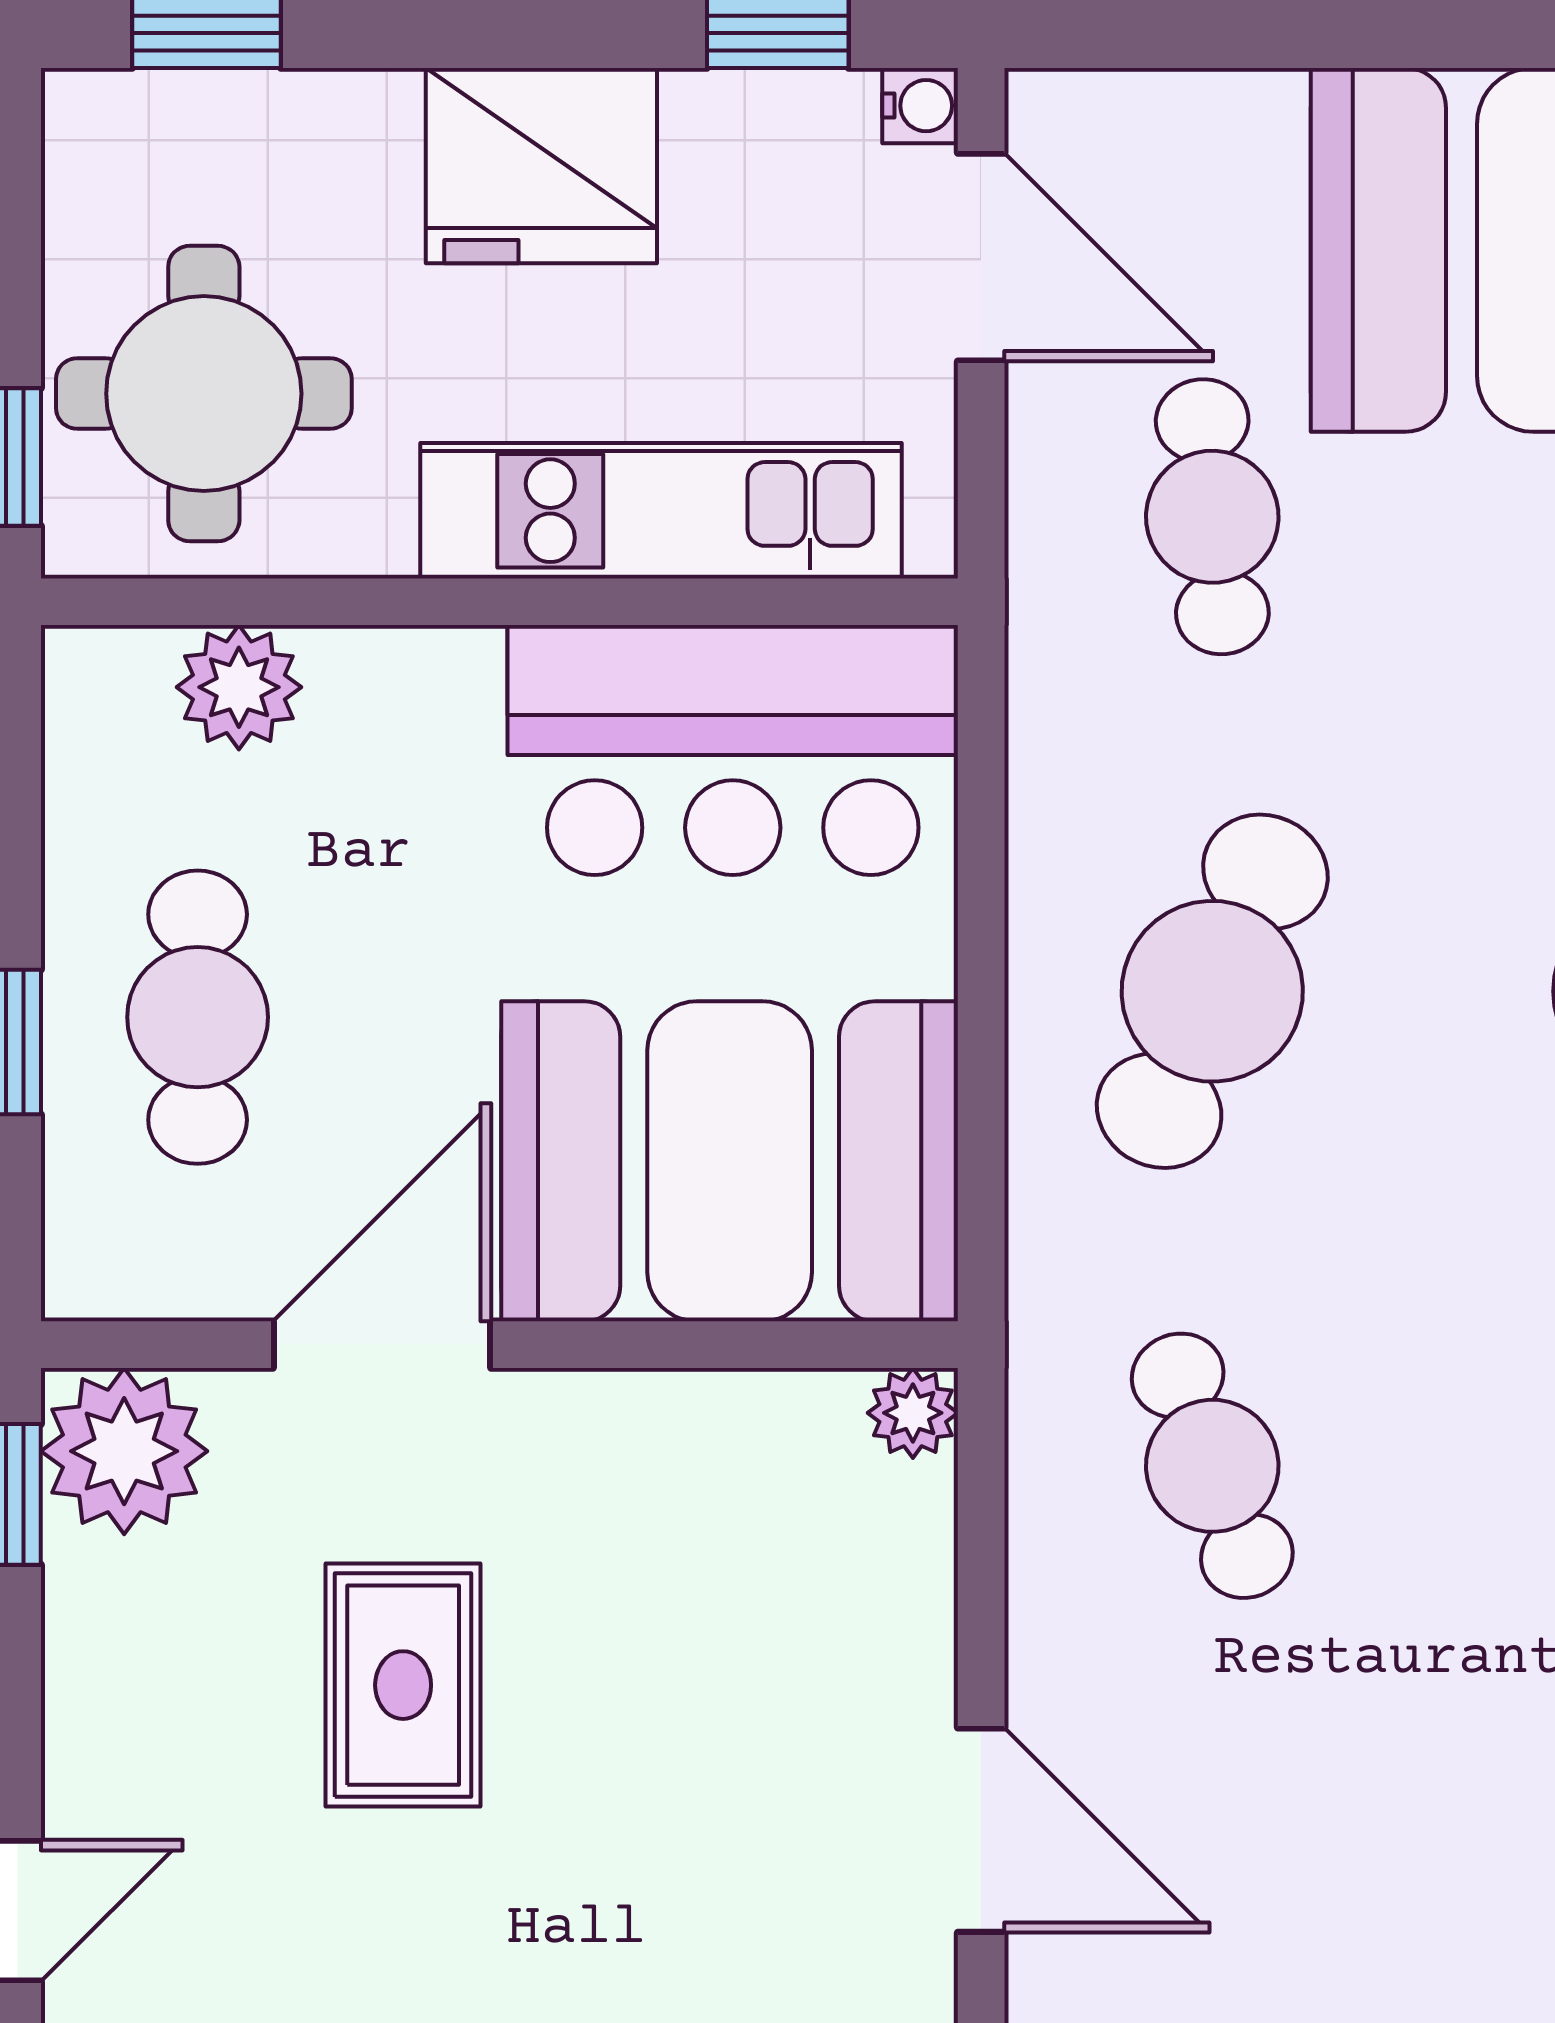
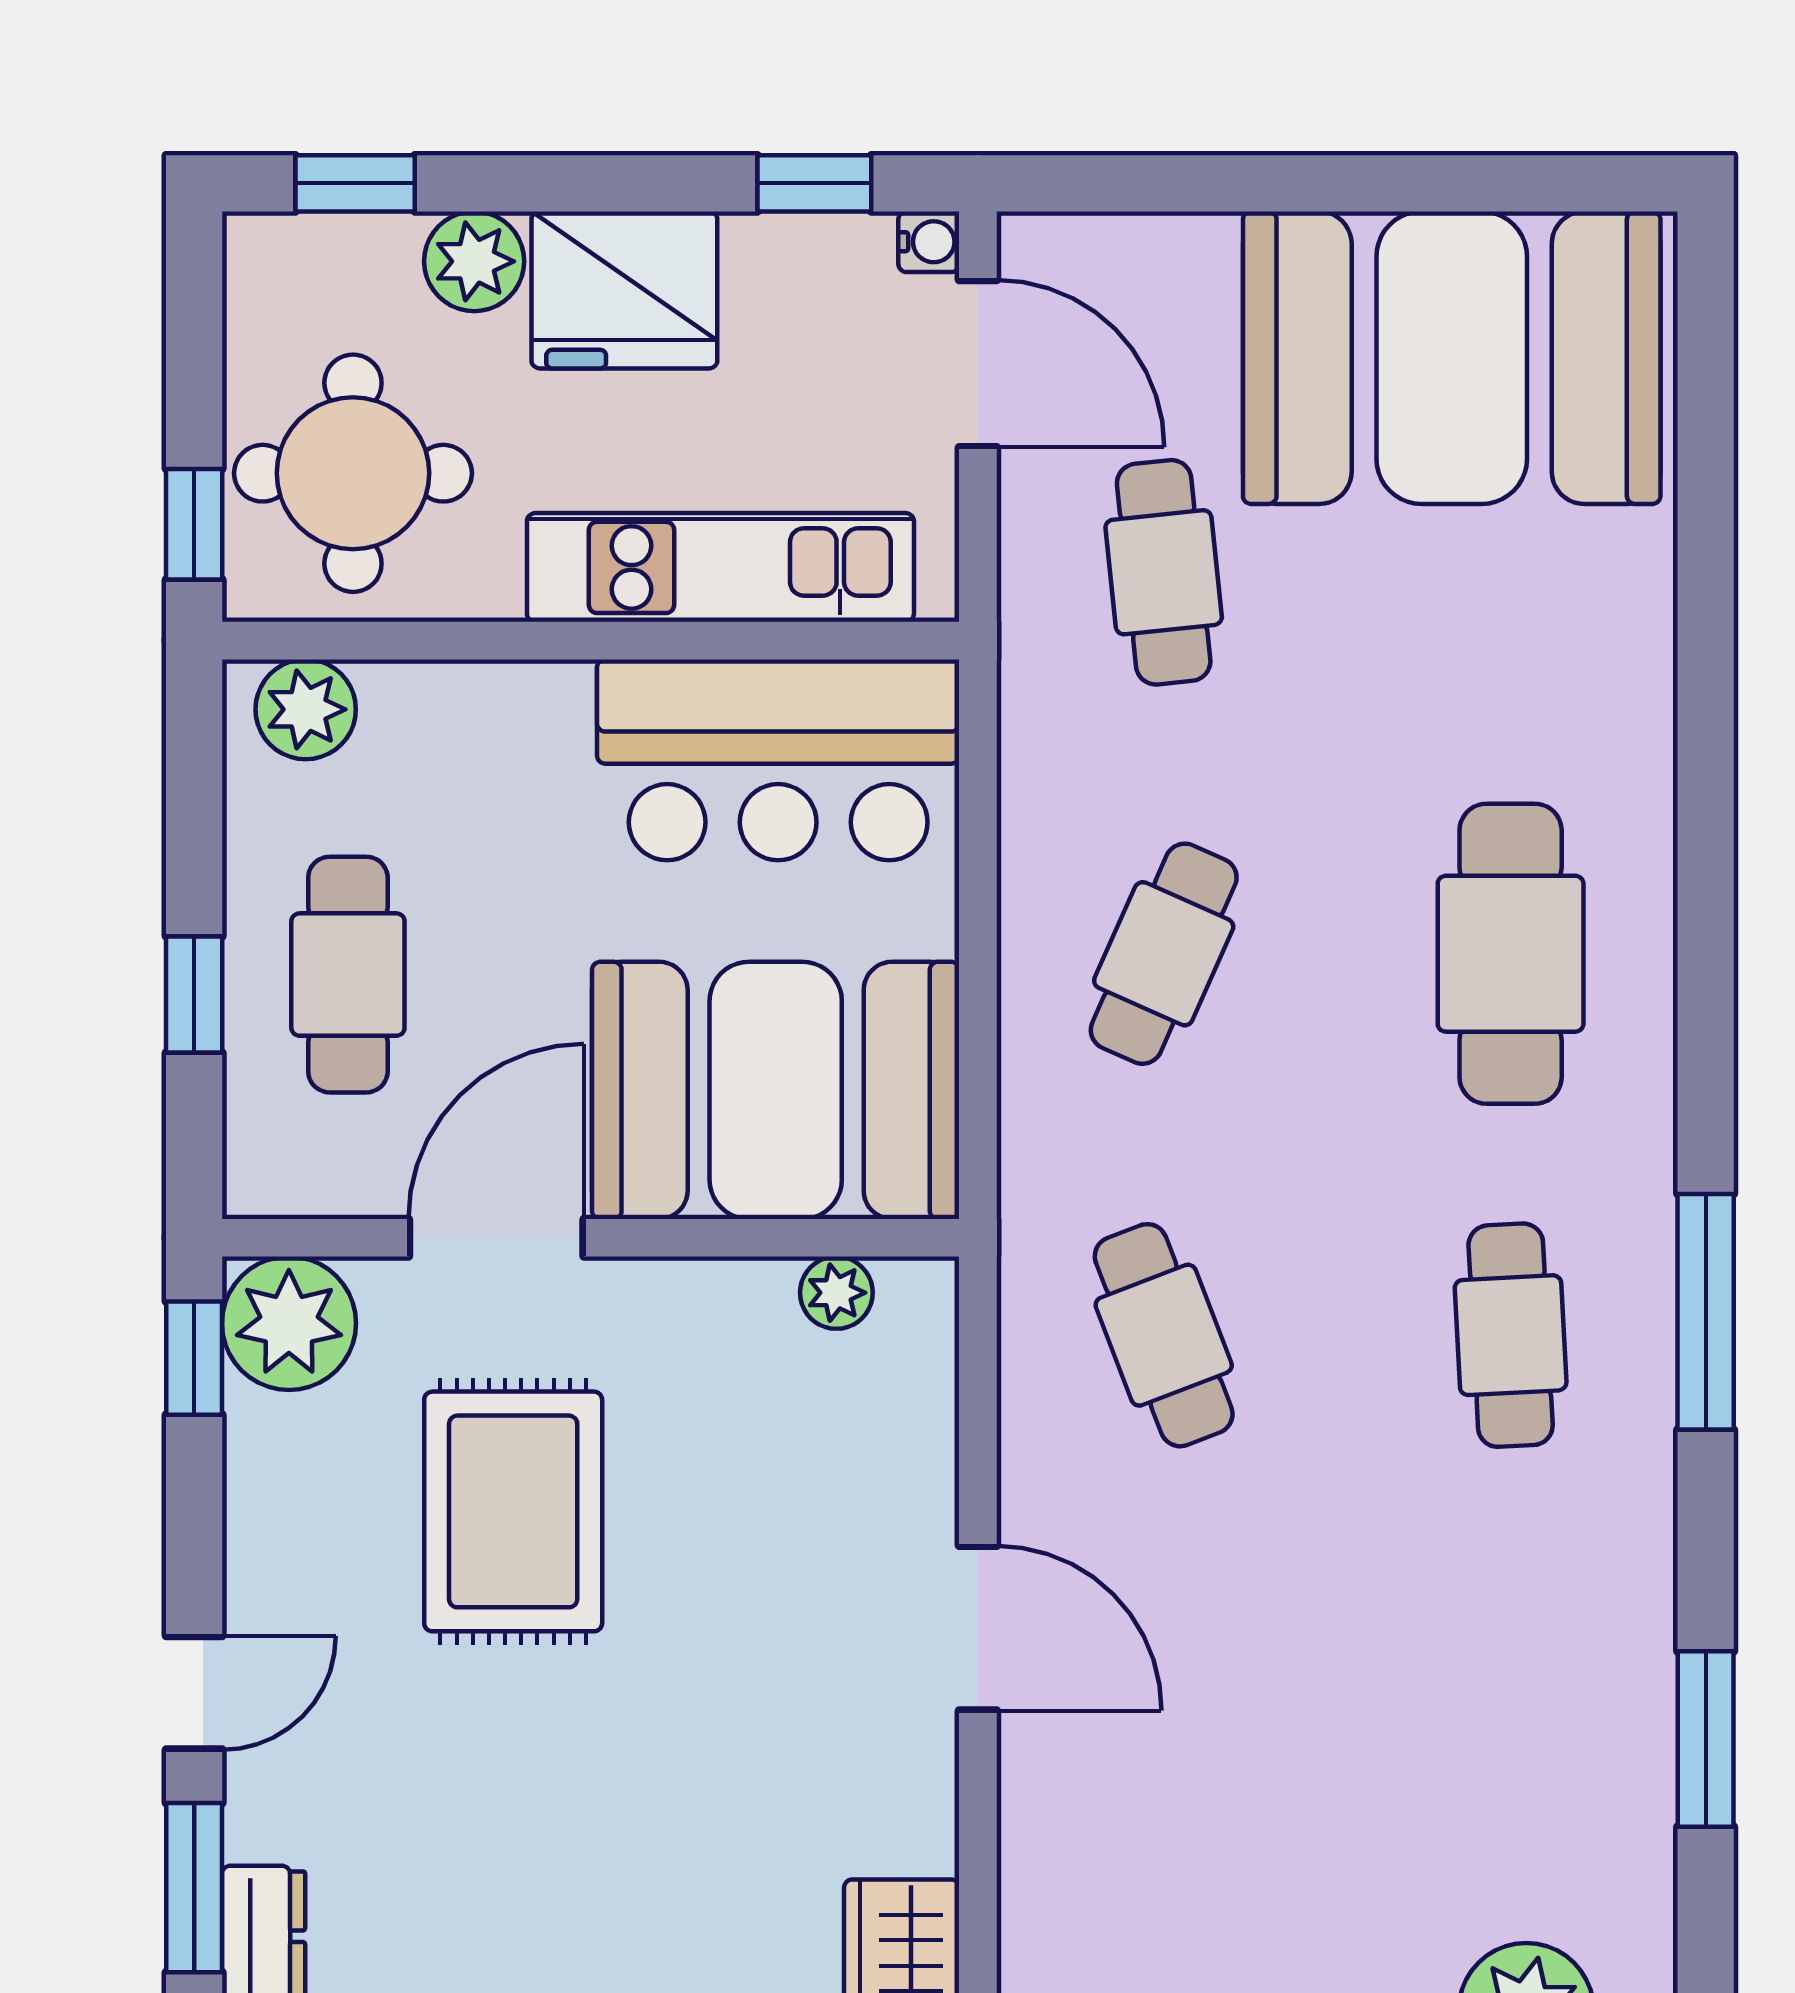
plant: (355, 130) -> (474, 261), added
plant: (239, 687) -> (306, 709), moved
cafe table: (1212, 991) -> (1164, 954), width x0.73, depth x0.74
plant: (913, 1413) -> (836, 1293), moved
rug: (403, 1685) -> (513, 1511), width x1.36, depth x1.43

